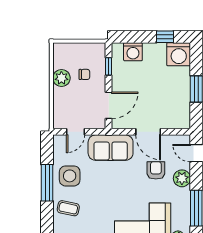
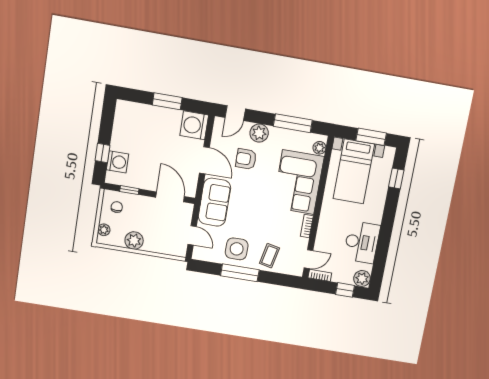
window: (165, 37) -> (102, 153), moved
plant: (67, 48) -> (104, 230), added
washing machine: (179, 54) -> (194, 125), moved, turned 180
chair: (84, 74) -> (117, 207), moved
door: (148, 132) -> (204, 160), hinge flipped

